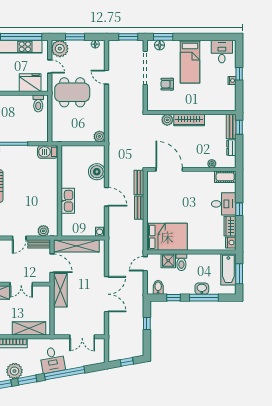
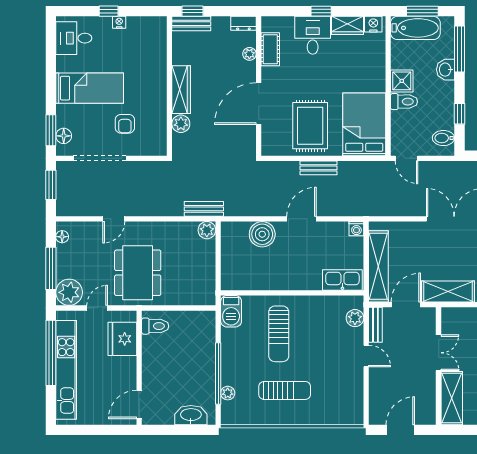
window: (75, 37) -> (51, 268), width x1.44
dresser: (231, 148) -> (243, 23), moved
door: (169, 169) -> (259, 104), moved
cot: (225, 177) -> (270, 49), moved
sun lounger: (33, 182) -> (279, 334), added
bench: (139, 183) -> (204, 209), moved
kitchen sink: (68, 201) -> (342, 280), moved
rug: (166, 202) -> (310, 126), added
shower: (168, 261) -> (402, 81), moved
window: (204, 298) -> (460, 49), moved

